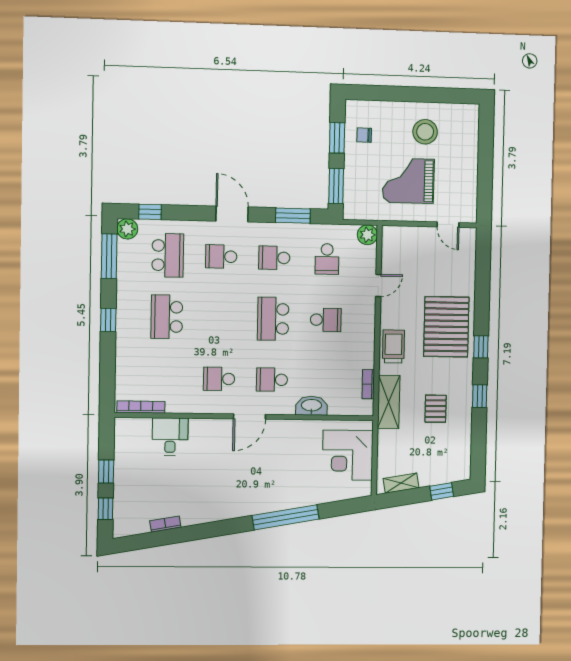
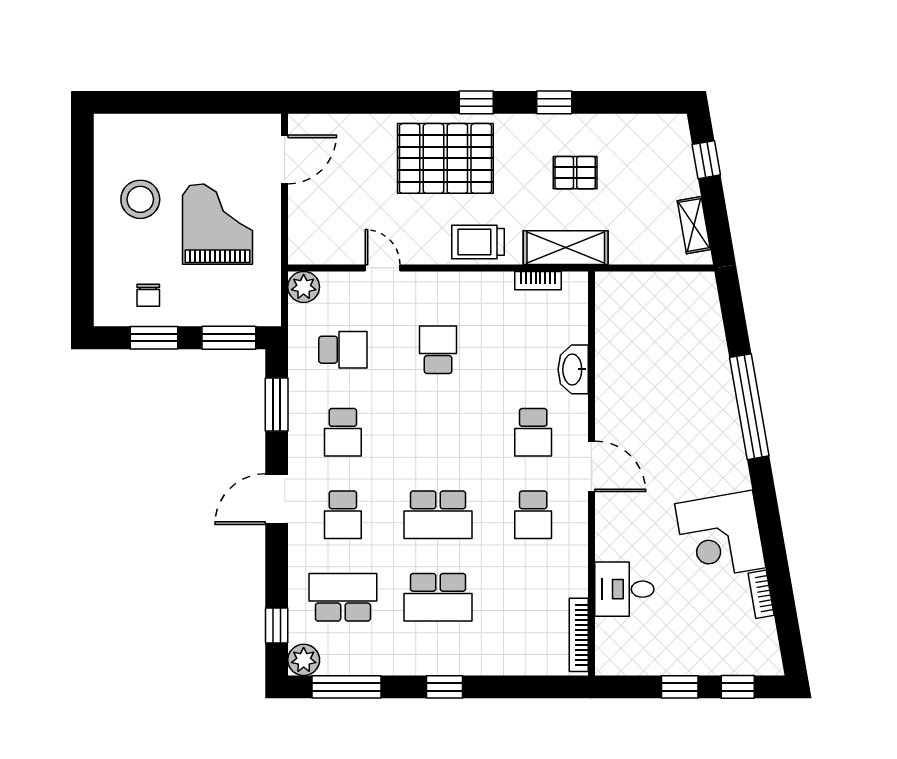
grand piano: (408, 181) -> (218, 224), turned 180
door: (448, 225) -> (285, 159), width x1.38
school desk: (273, 319) -> (438, 515), moved
corner desk: (348, 455) -> (720, 536), moved, turned 80

